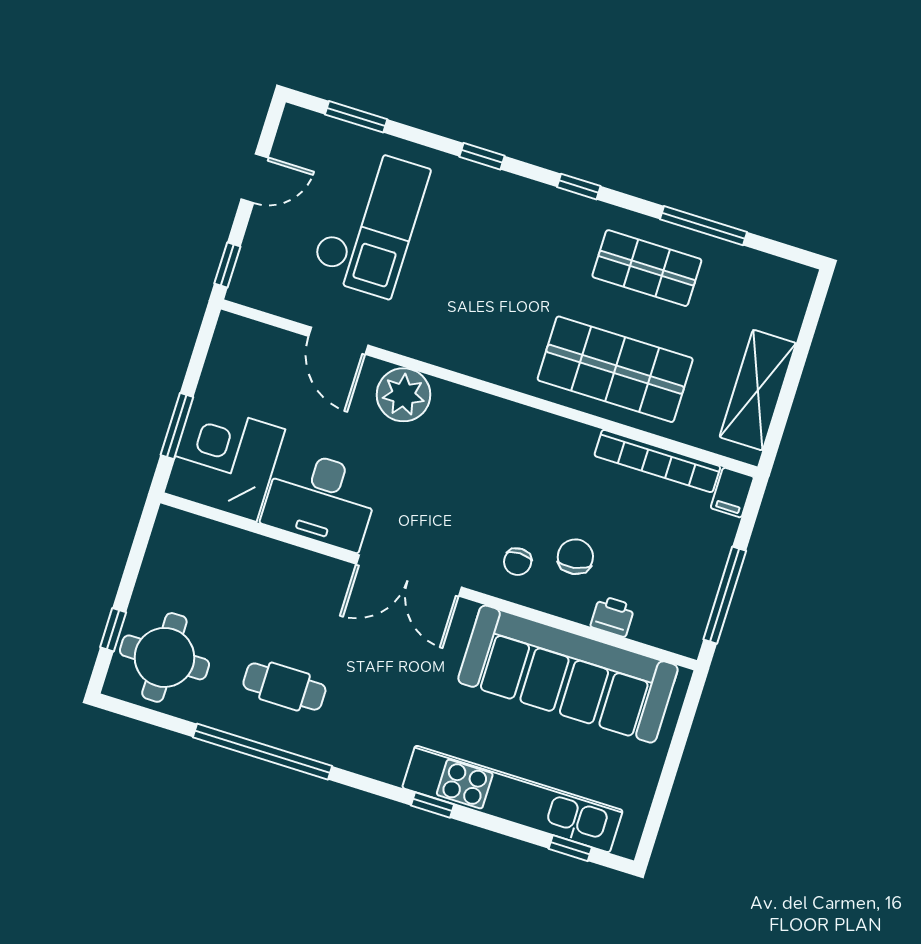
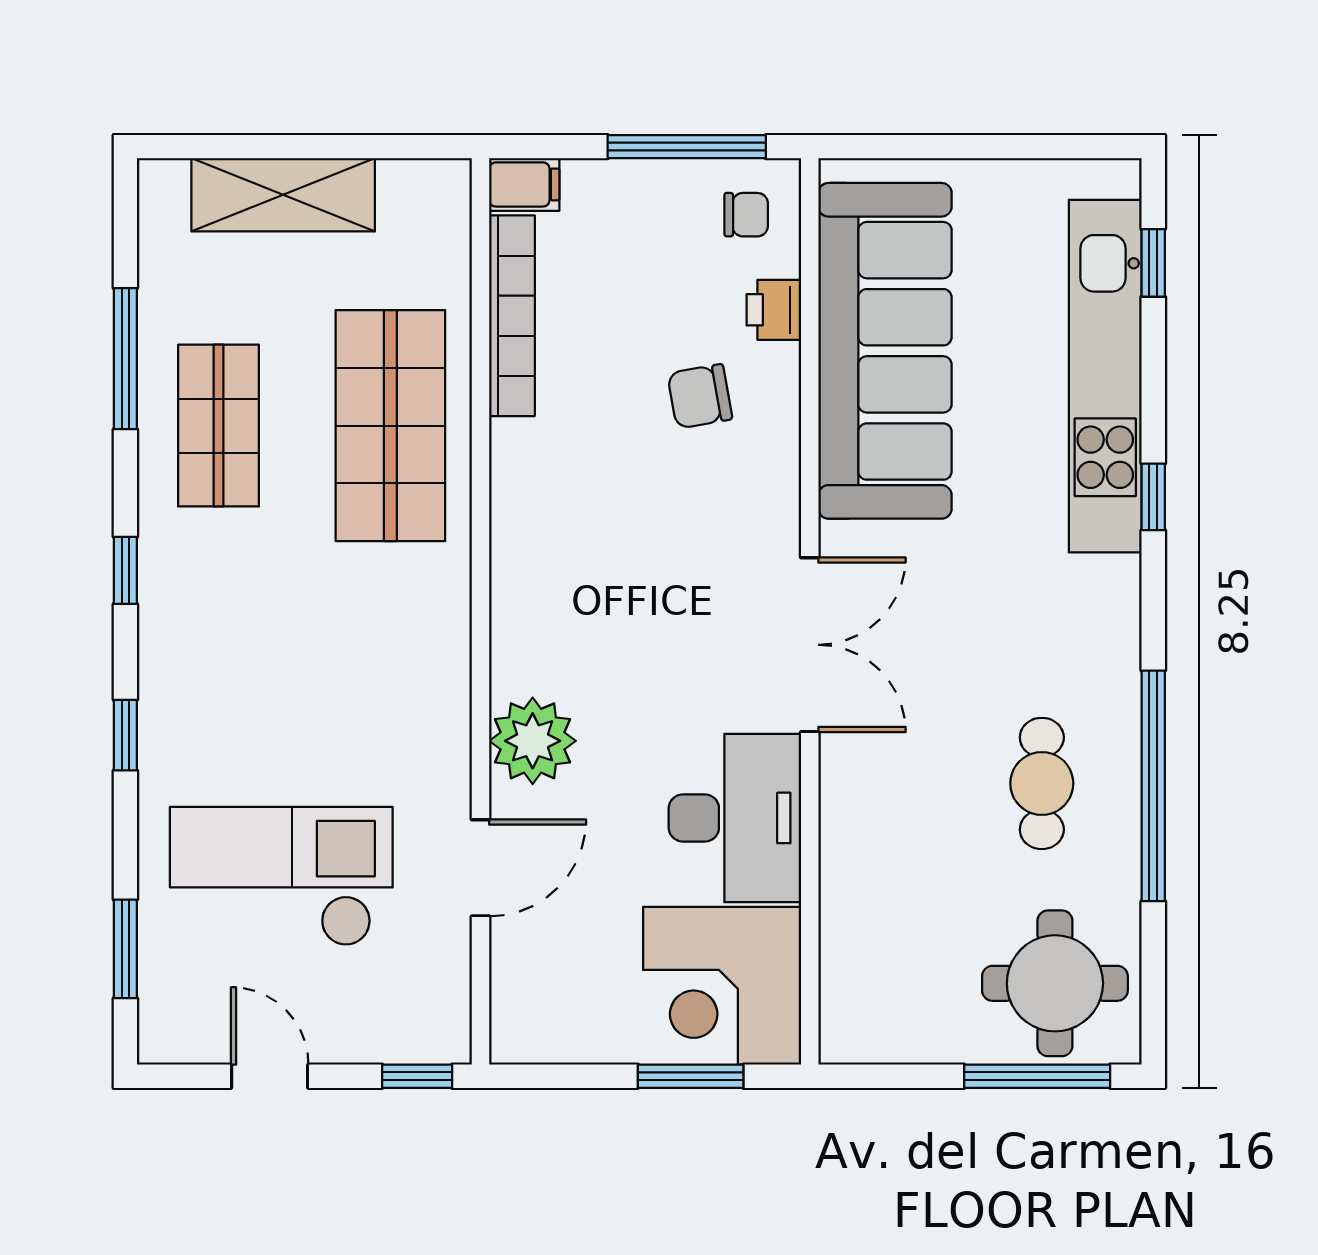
shelving: (758, 390) -> (283, 195), moved
chair: (518, 562) -> (746, 215), moved
window: (113, 630) -> (1037, 1076), width x2.17

